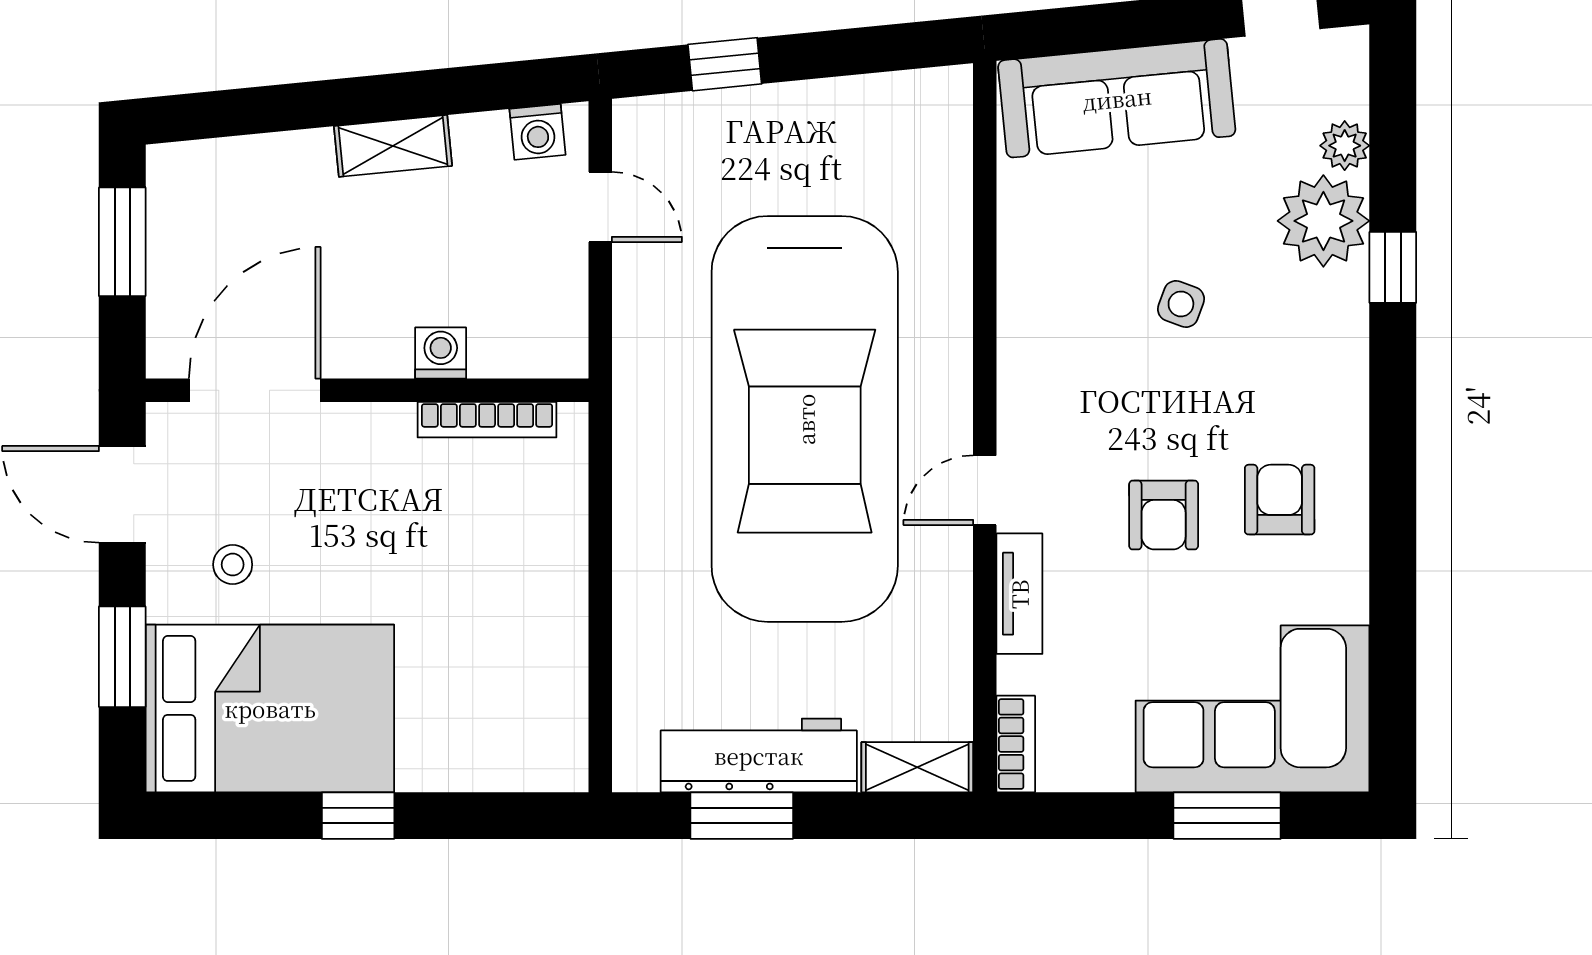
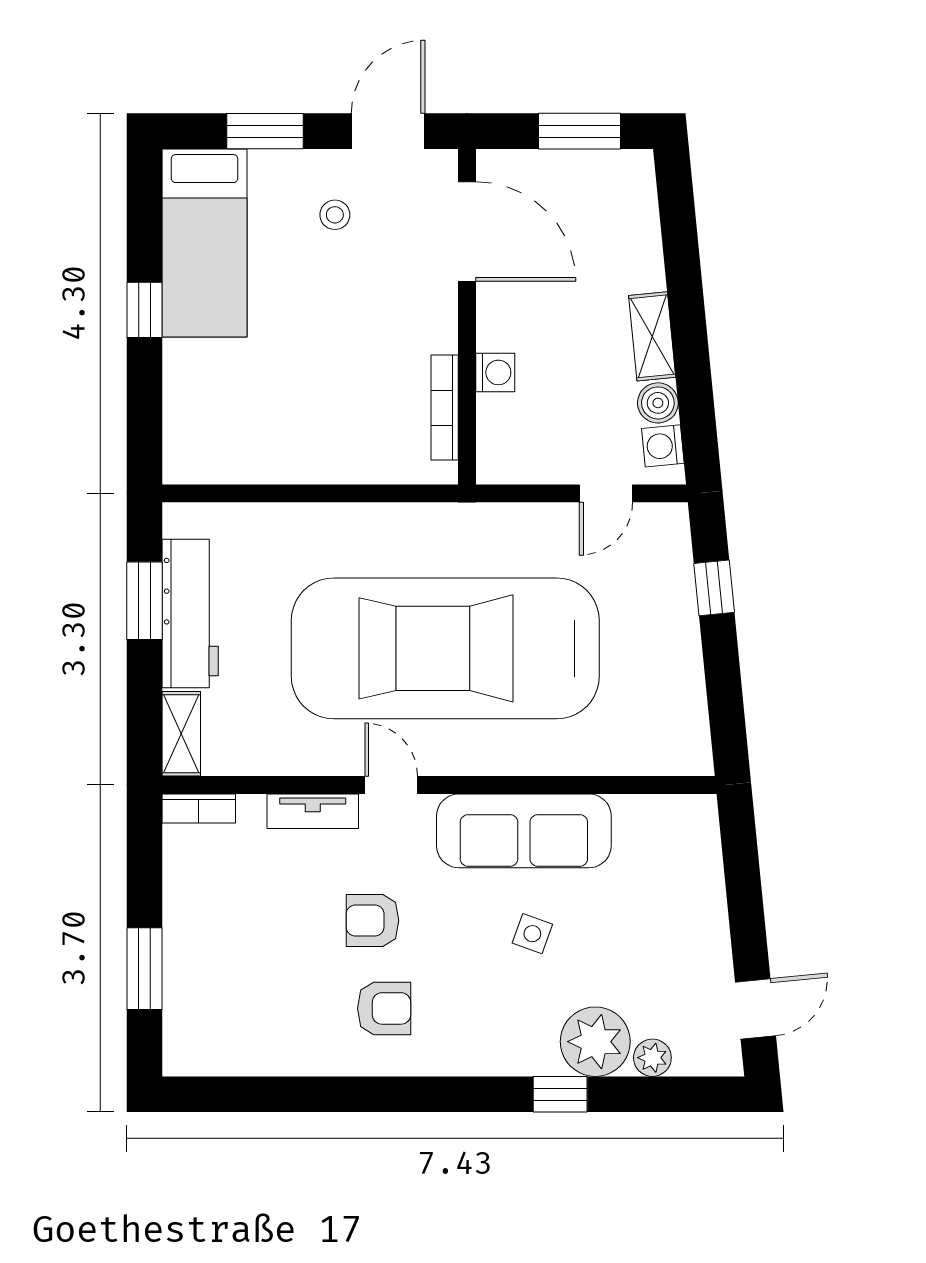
sofa: (1117, 98) -> (524, 831), moved, turned -84
boiler: (481, 138) -> (658, 403), added
bed: (270, 708) -> (205, 243), width x0.67
corner sofa: (1252, 709) -> (225, 988), removed

